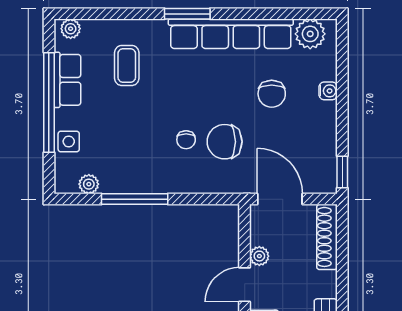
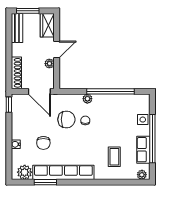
window: (187, 14) -> (45, 182), moved
chair: (272, 94) -> (43, 143), turned 180
plant: (89, 184) -> (87, 99), moved
window: (135, 199) -> (110, 91), width x1.46

